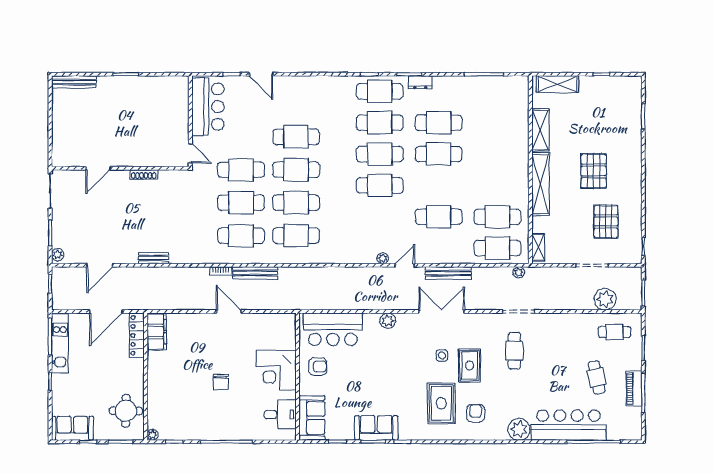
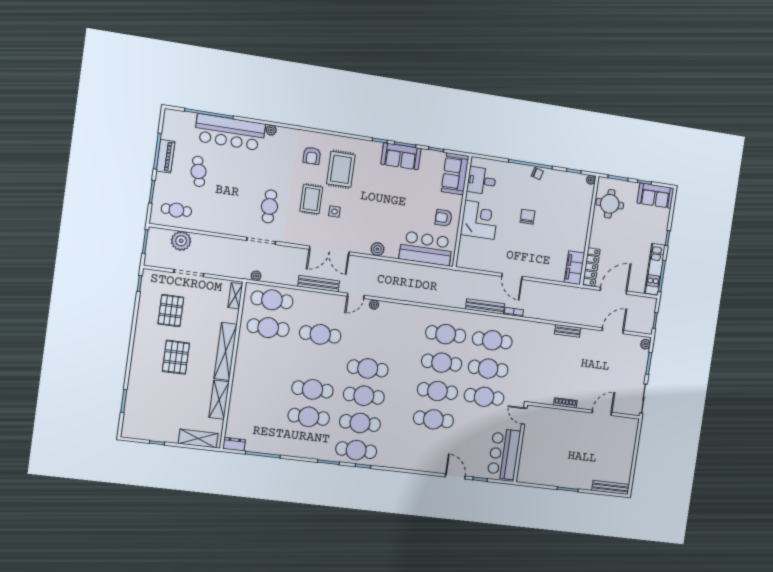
dresser: (420, 82) -> (234, 444), moved
plant: (519, 429) -> (271, 130), width x0.53, depth x0.53
chair: (217, 432) -> (537, 174), added

